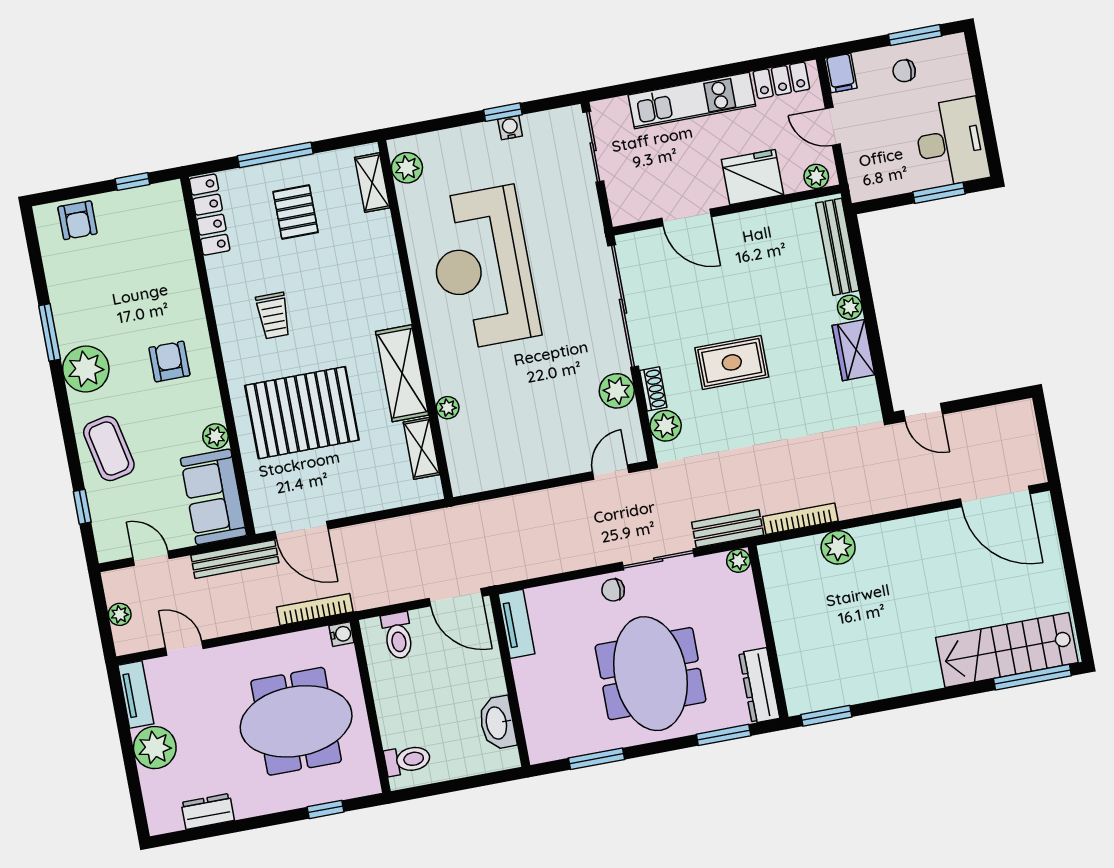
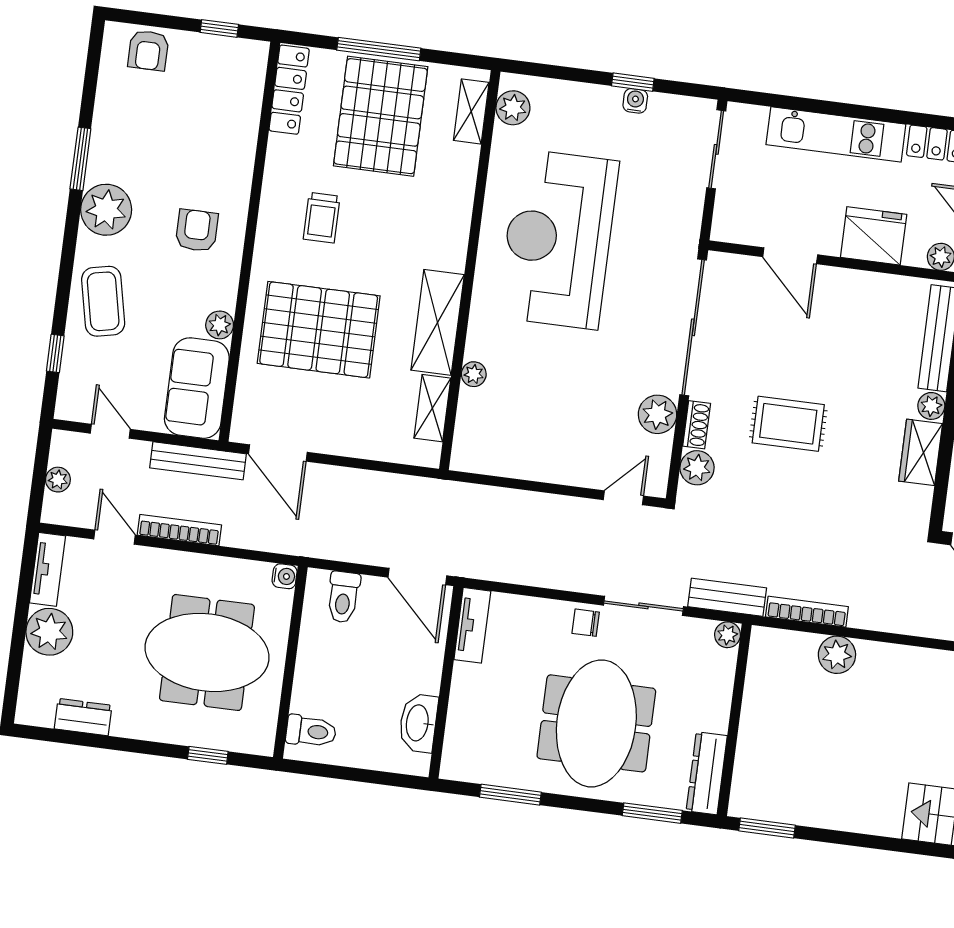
pallet: (296, 212) -> (381, 116), width x2.05, depth x2.00
bookcase: (315, 609) -> (179, 530), moved

